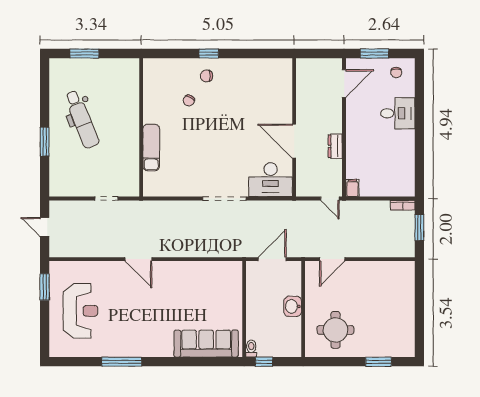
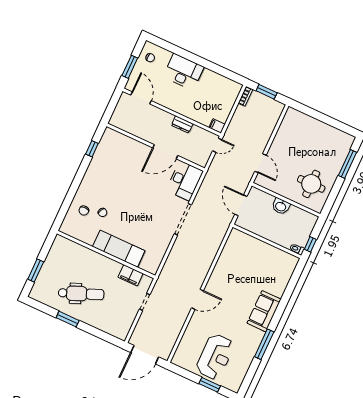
window: (209, 54) -> (92, 149), moved
chair: (207, 76) -> (84, 211), moved
desk: (398, 113) -> (184, 72), width x1.37
window: (45, 142) -> (68, 319), moved
exam couch: (151, 148) -> (119, 249), width x1.36, depth x1.45
filing cabinet: (130, 167) -> (131, 275), added
door: (45, 227) -> (145, 355), width x1.88
window: (45, 287) -> (210, 385), moved
reception desk: (80, 311) -> (215, 357), turned 90
sofa: (206, 344) -> (264, 311), moved, width x0.73
window: (379, 362) -> (347, 164), width x1.44

